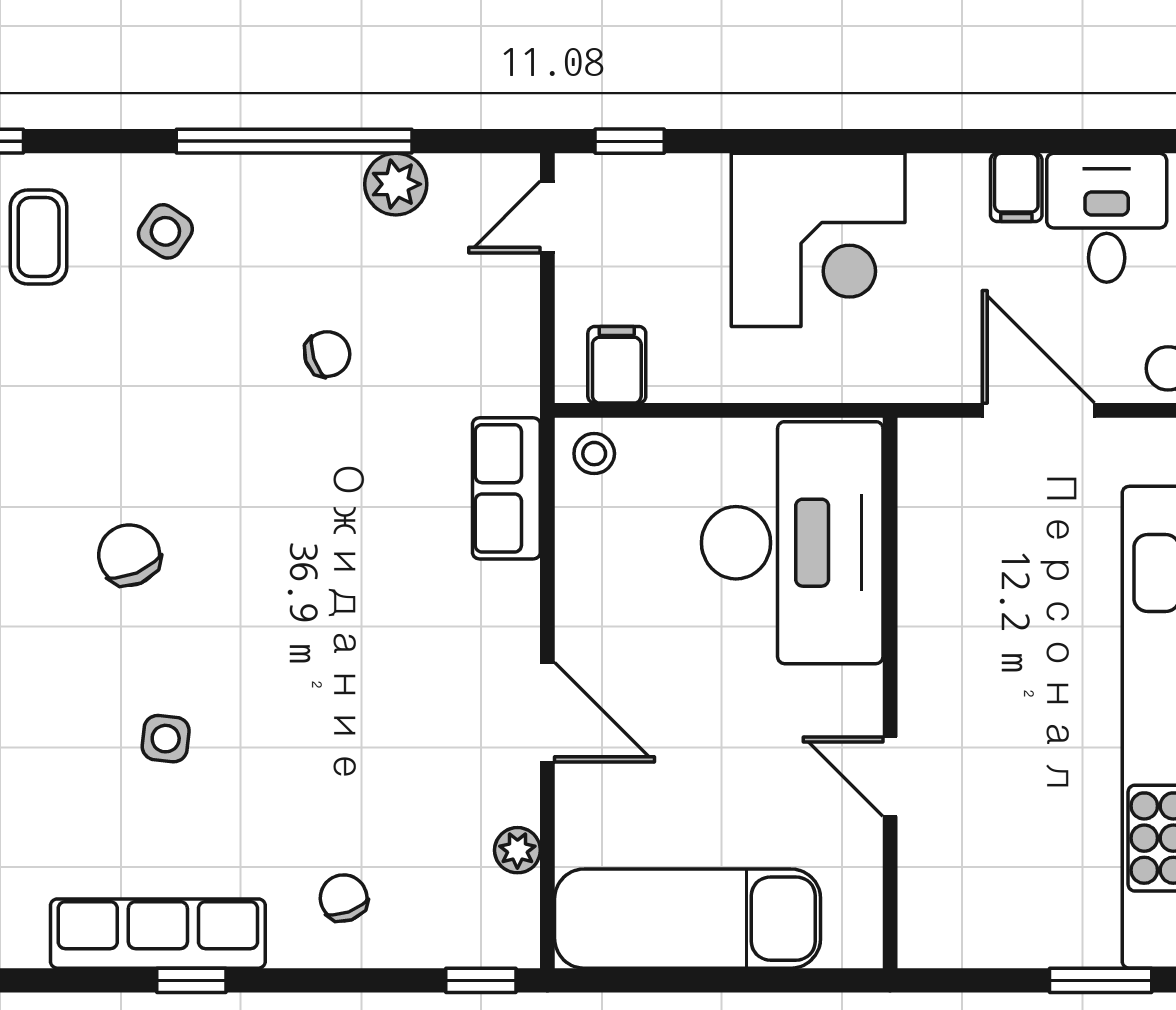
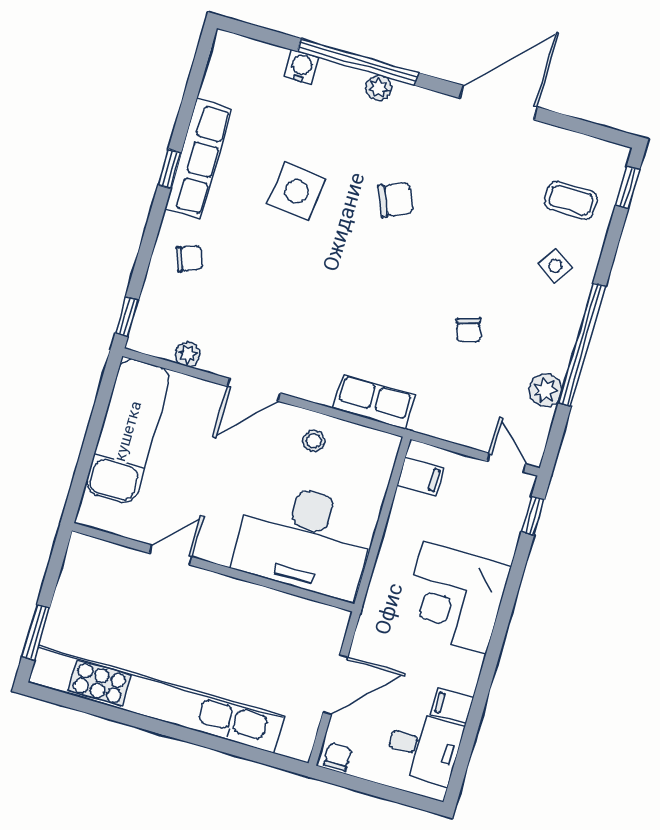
stool: (594, 454) -> (314, 441), moved
side table: (166, 739) -> (297, 191), width x1.87, depth x1.87

